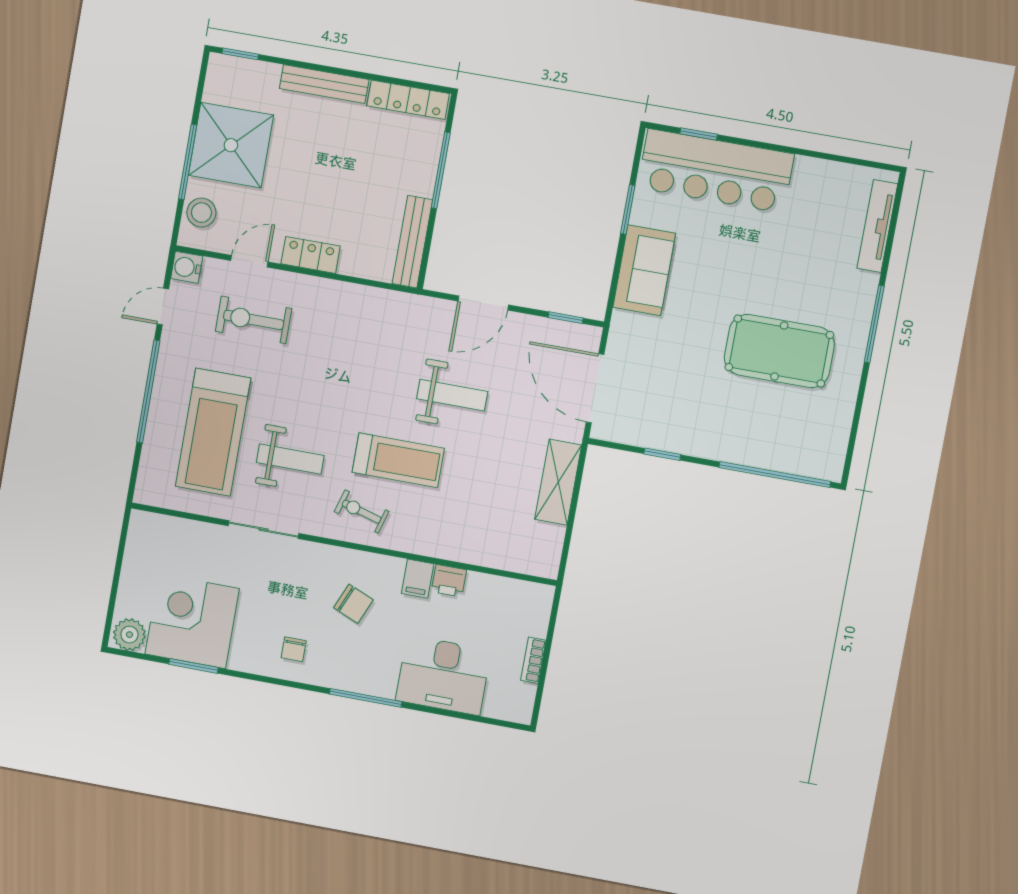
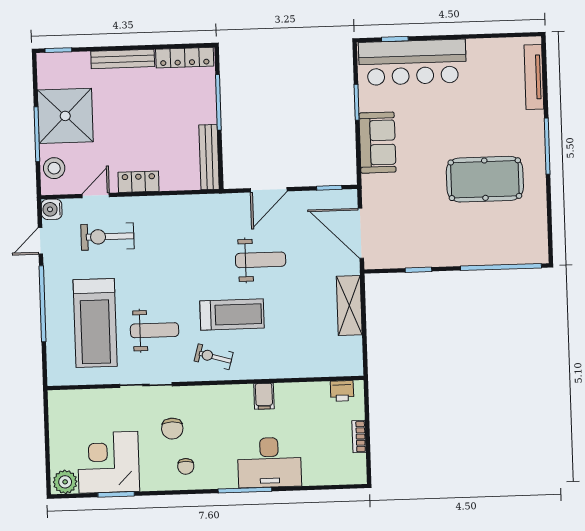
printer: (449, 581) -> (342, 391), moved
chair: (353, 604) -> (172, 429), moved, turned 67
desk: (443, 675) -> (269, 462), moved

